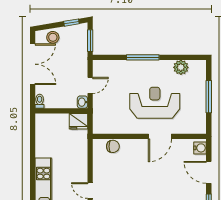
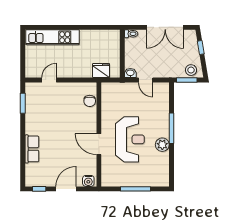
window: (71, 23) -> (201, 48), moved
stool: (53, 37) -> (191, 70), moved
plant: (181, 67) -> (162, 145), moved
fridge: (78, 121) -> (101, 70), moved, turned 90

